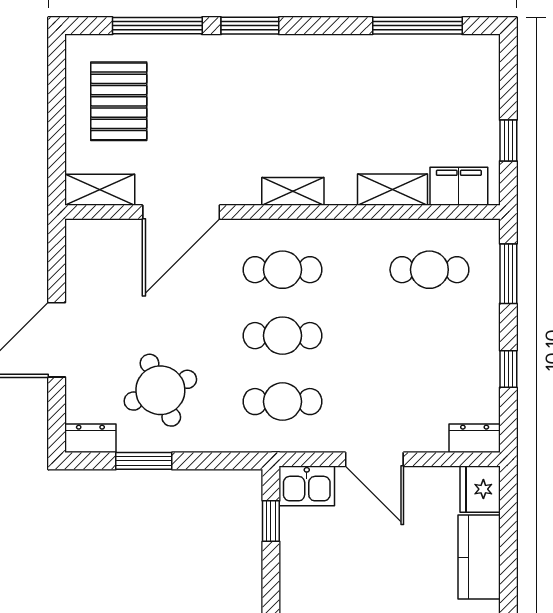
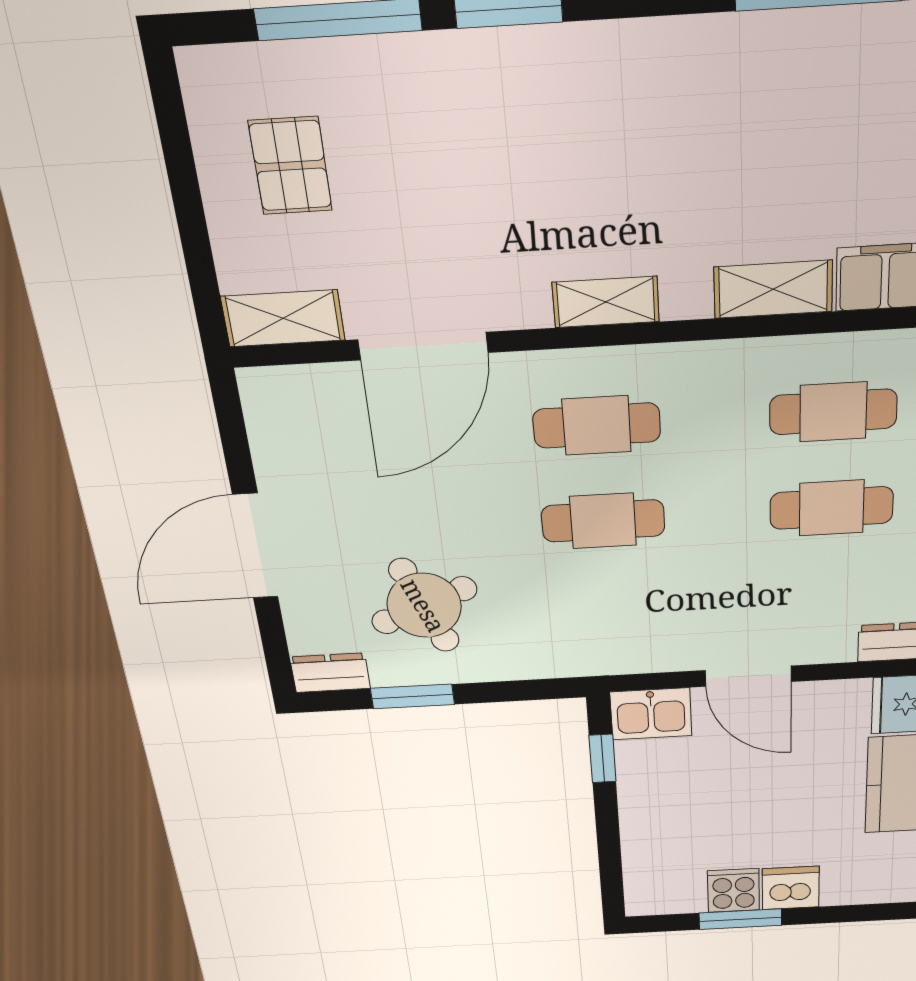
pallet: (119, 101) -> (290, 166), width x0.67, depth x0.71
cafe table: (283, 402) -> (832, 508), moved

